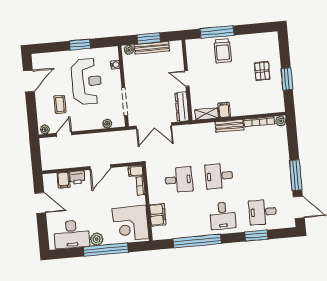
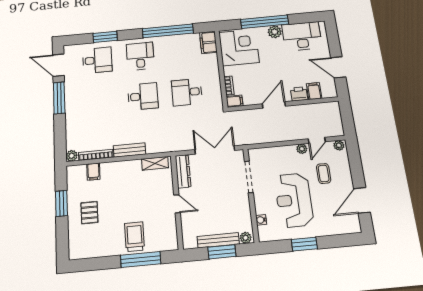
filing cabinet: (224, 110) -> (93, 172), moved
plant: (107, 124) -> (302, 149), moved
filing cabinet: (158, 215) -> (208, 42), moved

